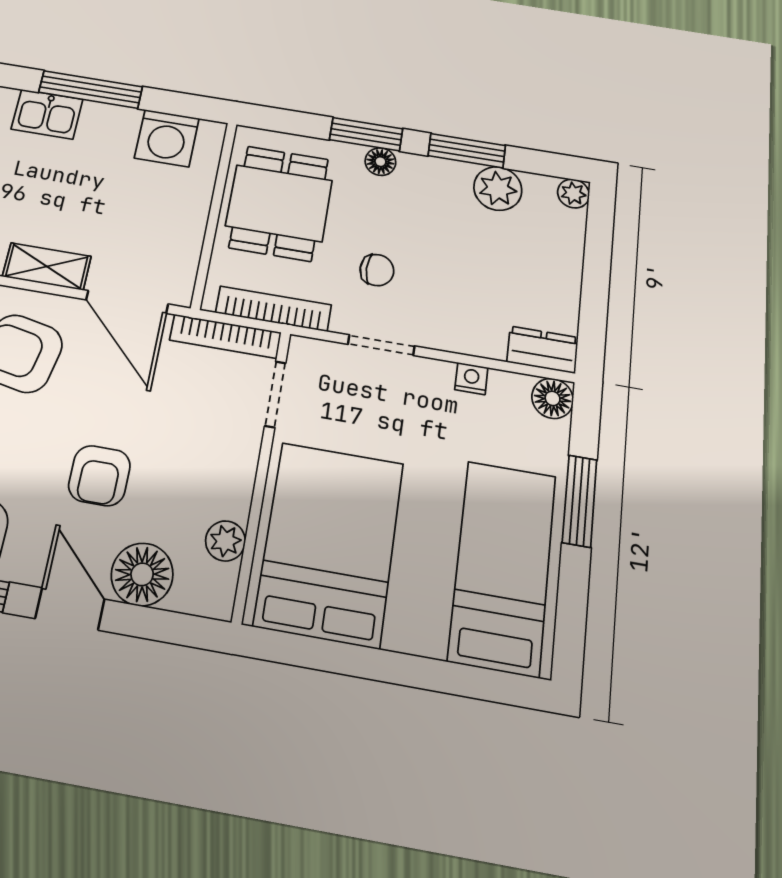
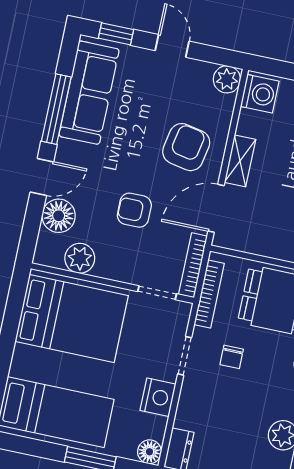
nightstand: (471, 379) -> (158, 397), width x1.89, depth x1.79
armchair: (99, 476) -> (134, 210), moved
plant: (225, 541) -> (80, 258), width x1.38, depth x1.38

